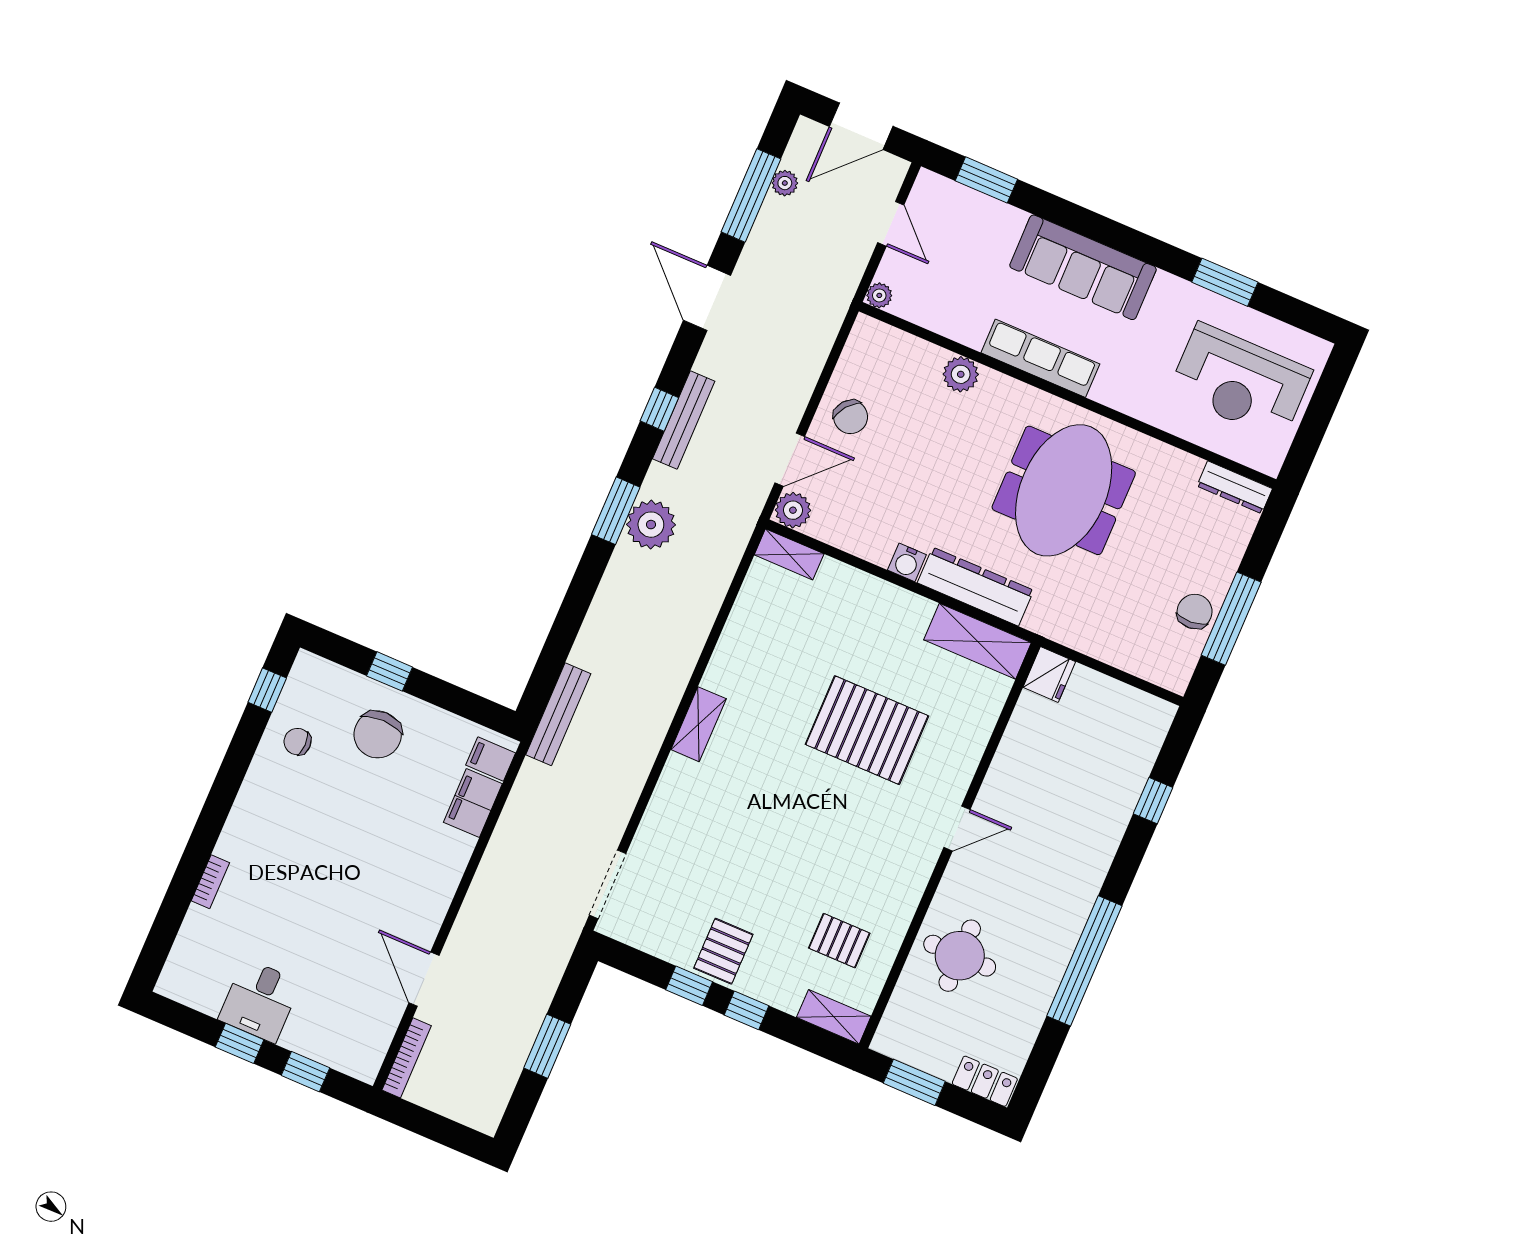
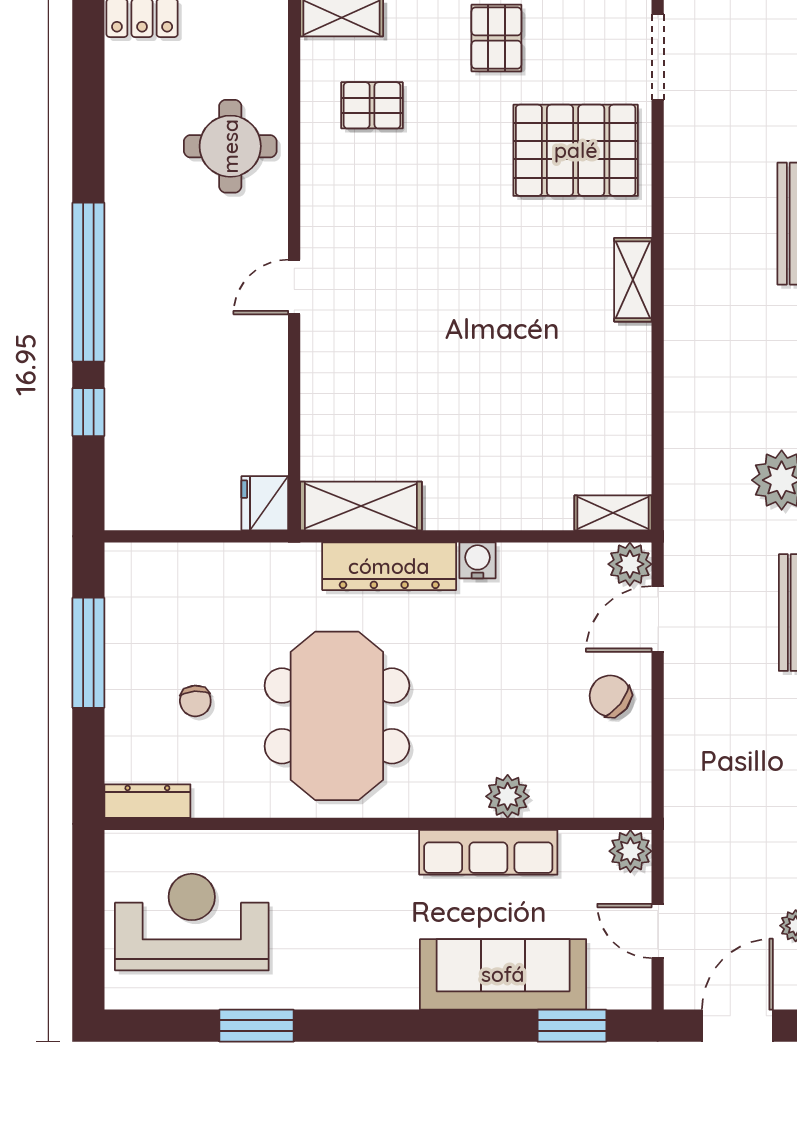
sofa: (1083, 267) -> (503, 974), moved
plant: (879, 295) -> (630, 851), width x1.38, depth x1.38
row of seats: (1040, 358) -> (488, 852), moved
chair: (1195, 612) -> (195, 701), moved, width x0.73, depth x0.73
pallet: (867, 730) -> (576, 150), moved
window: (1084, 961) -> (88, 282), moved

